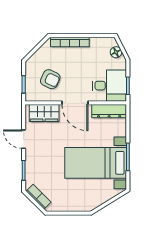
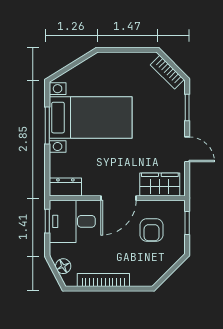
bookcase: (70, 42) -> (103, 280), moved
armchair: (50, 79) -> (152, 230), turned -115
door: (75, 103) -> (118, 198), swing flipped
dresser: (109, 111) -> (65, 187), width x0.70

